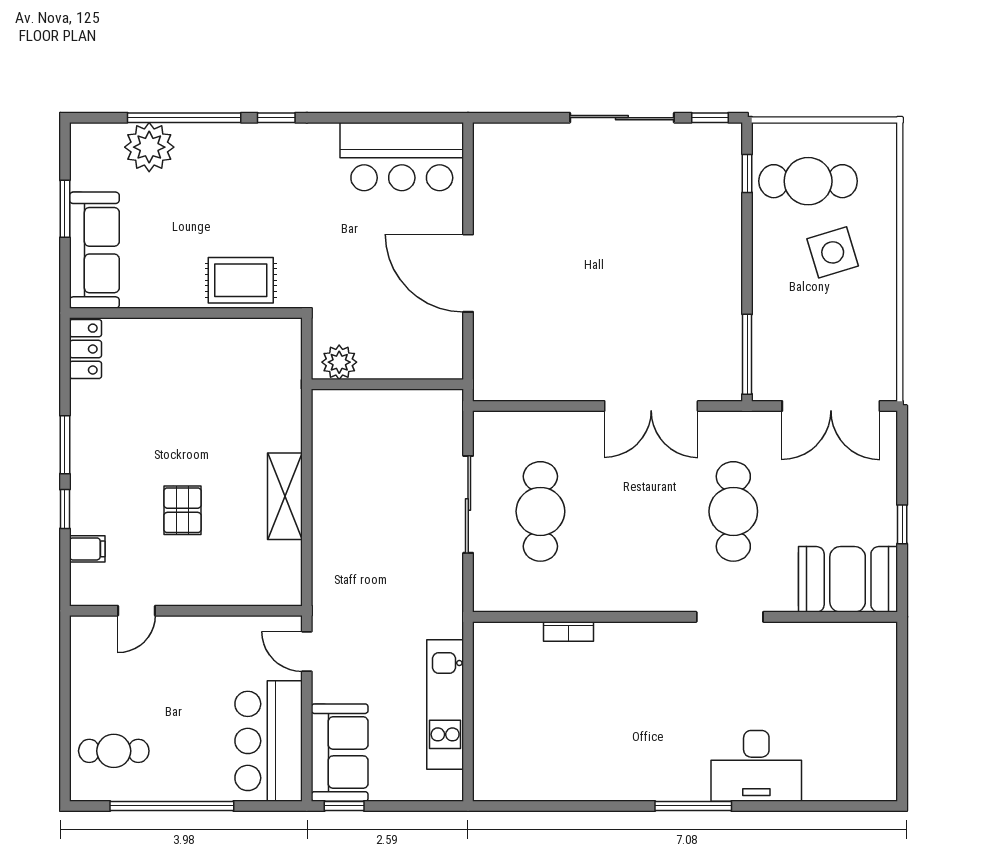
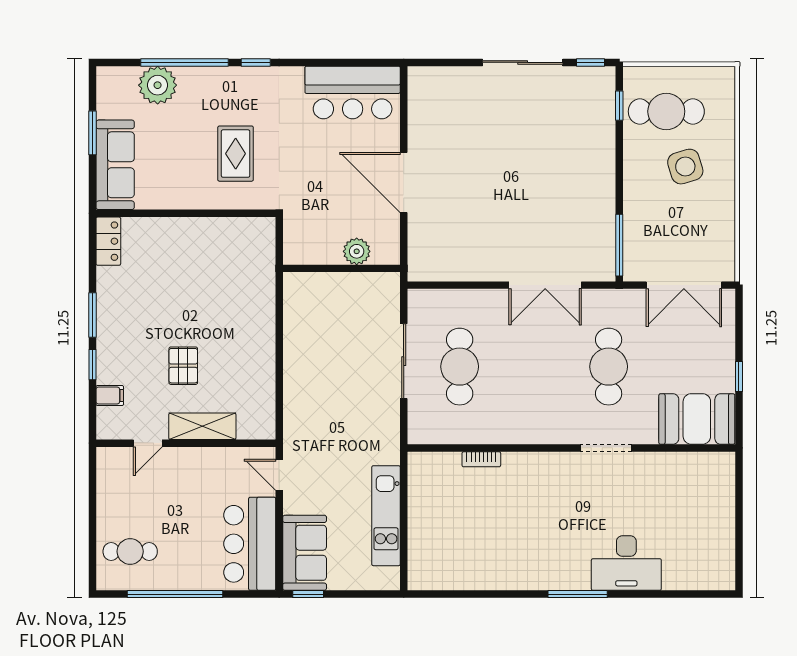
rug: (241, 280) -> (236, 154), moved, turned 90
plant: (339, 362) -> (357, 251), moved
shelving: (285, 496) -> (202, 426), moved, turned 90

